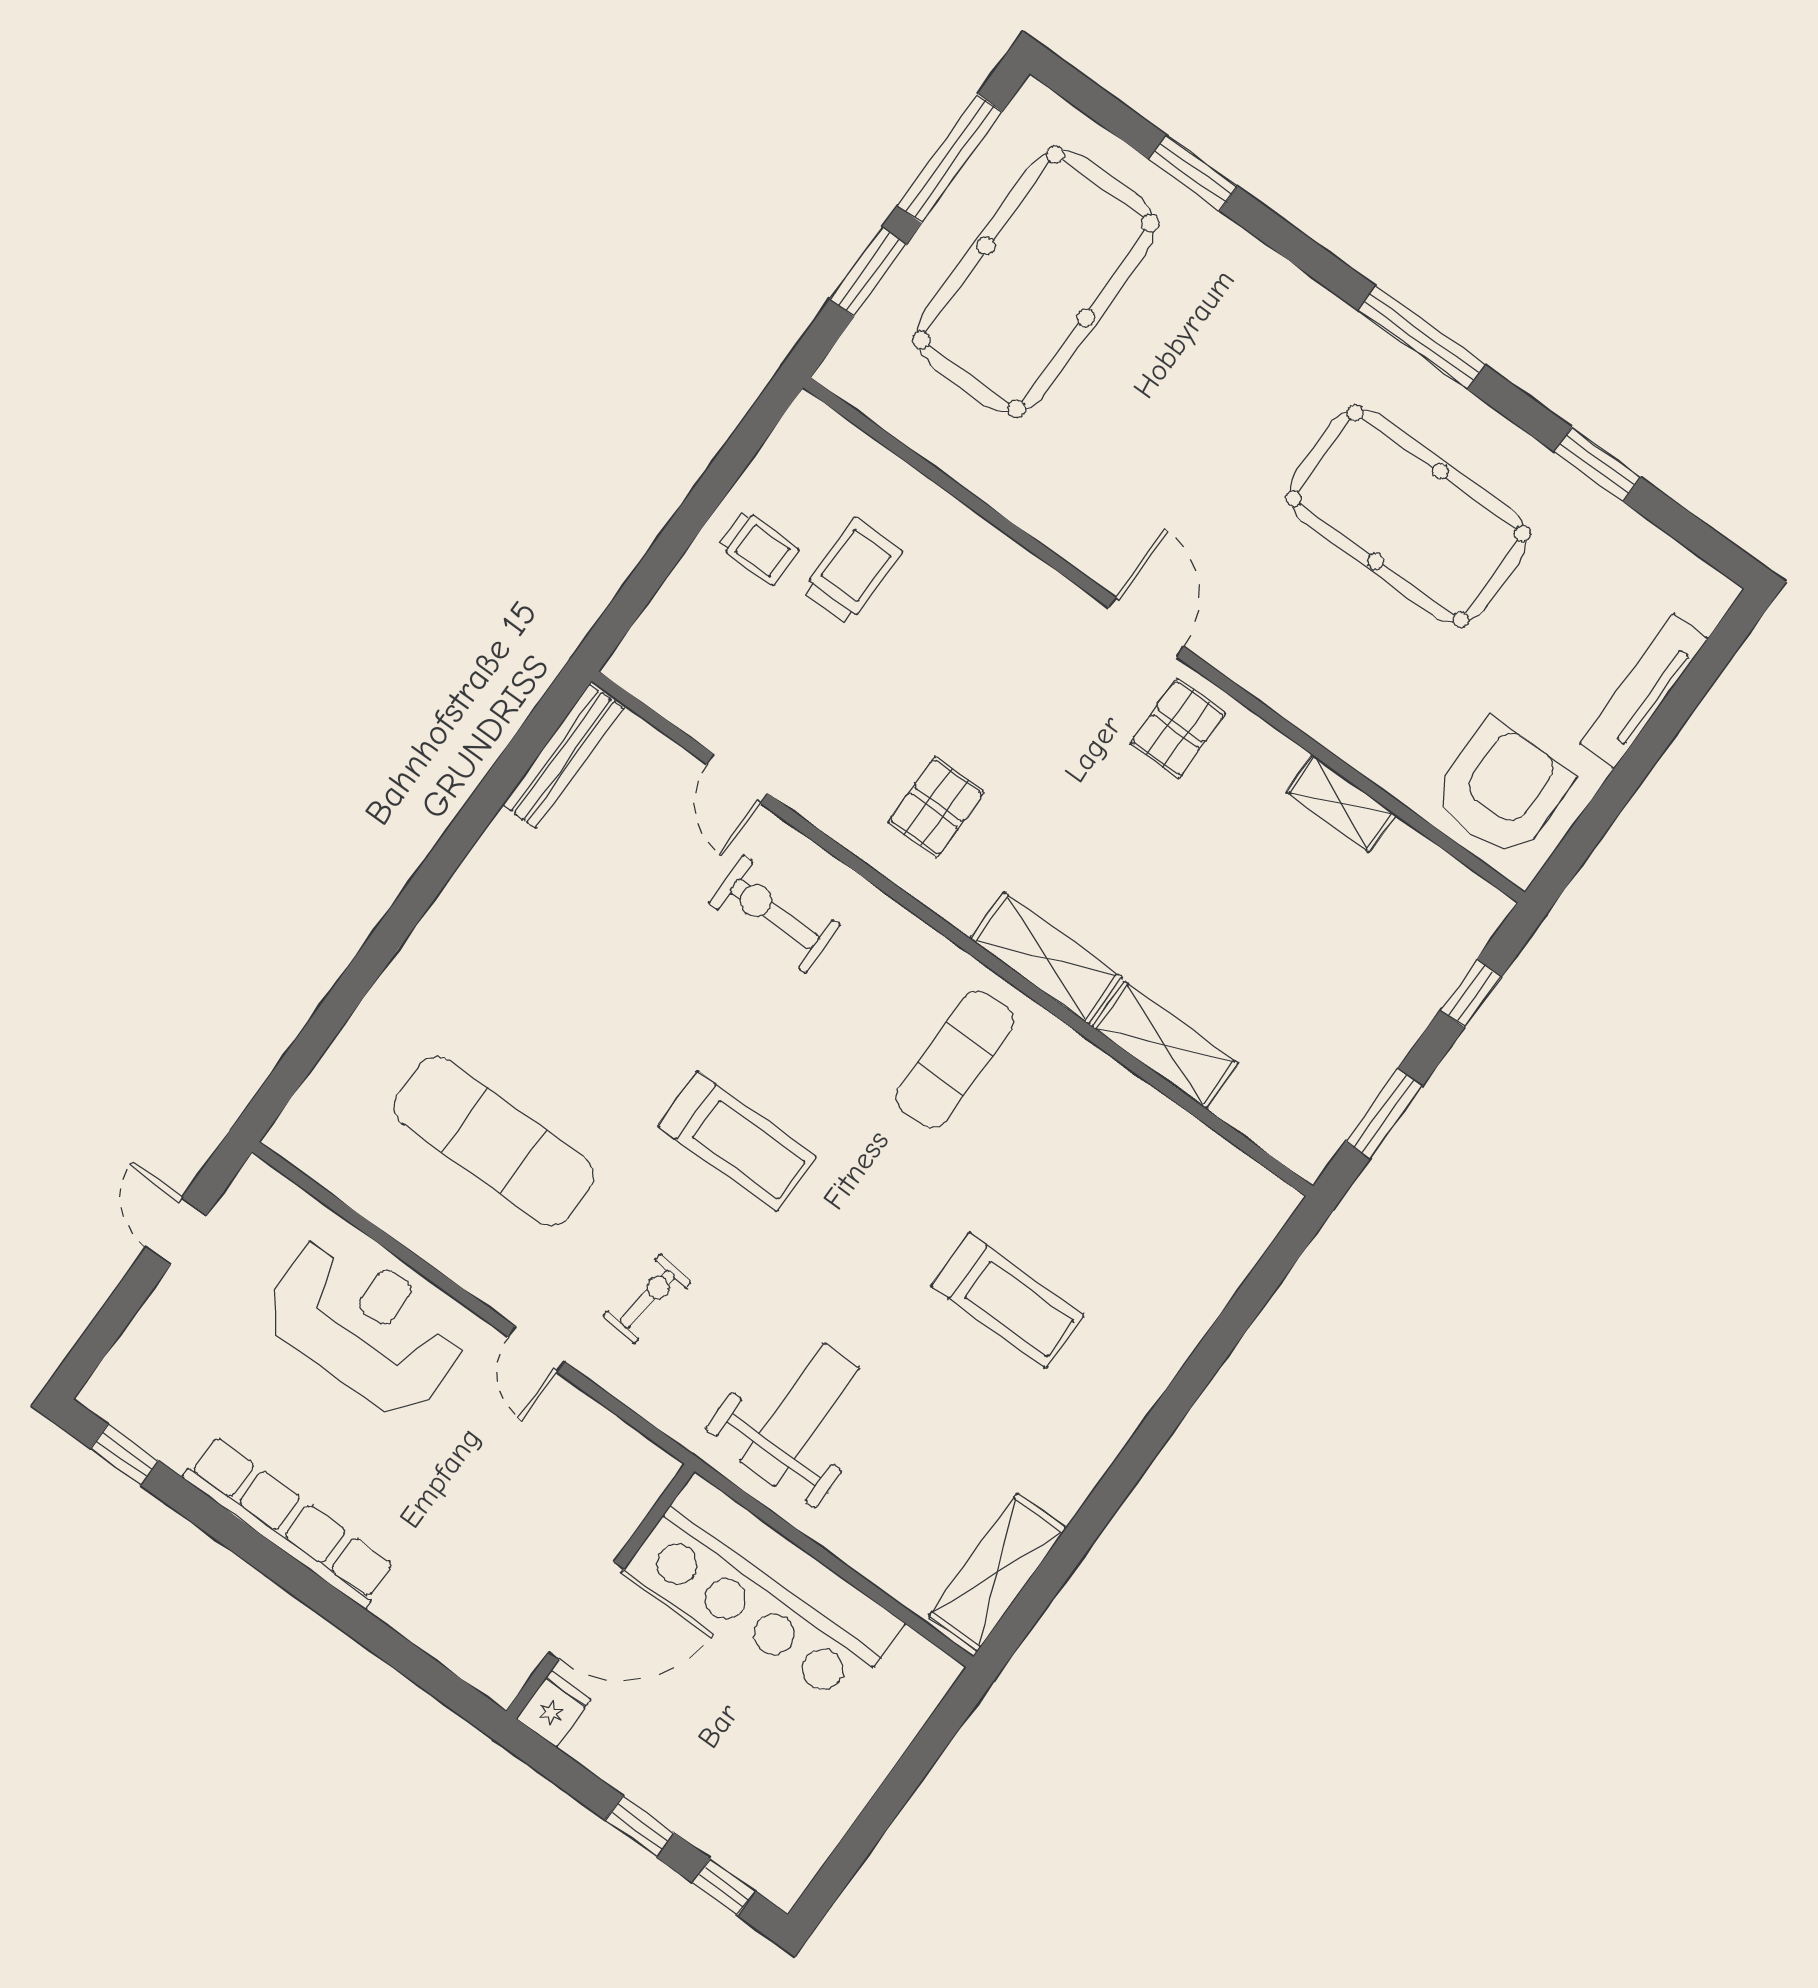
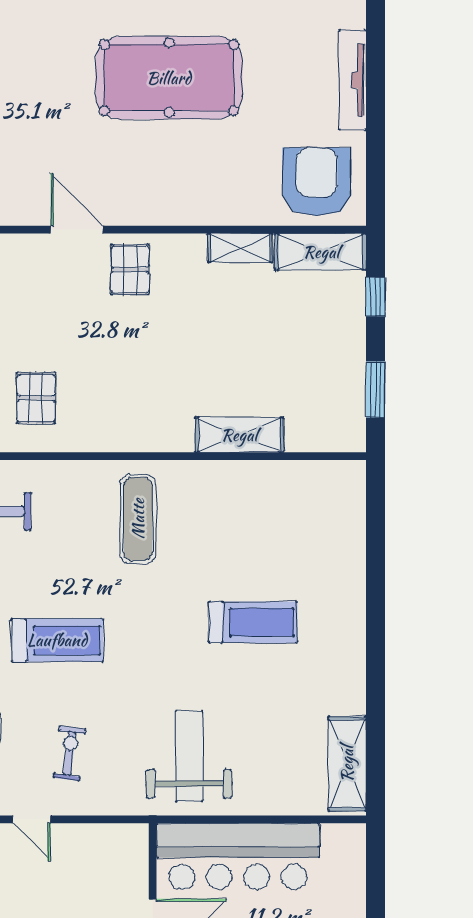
shelving: (1046, 958) -> (321, 252), moved

